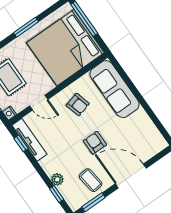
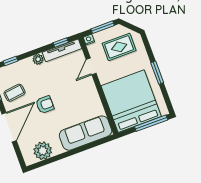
armchair: (78, 105) -> (81, 99), removed
plant: (147, 132) -> (43, 151), added
plant: (57, 179) -> (38, 59), moved

